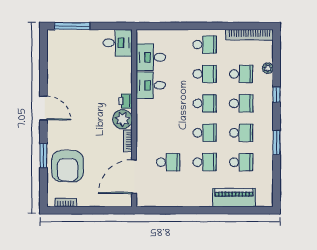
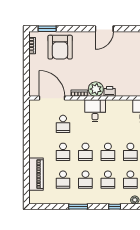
desk: (151, 85) -> (95, 111), moved
window: (43, 156) -> (47, 29), moved
armchair: (68, 166) -> (60, 47), turned -90

